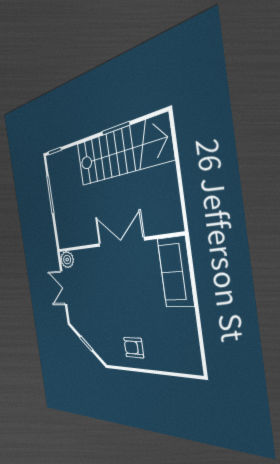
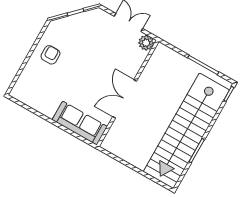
stairs: (122, 151) -> (186, 131), width x1.36
double door: (121, 242) -> (125, 99), swing flipped

